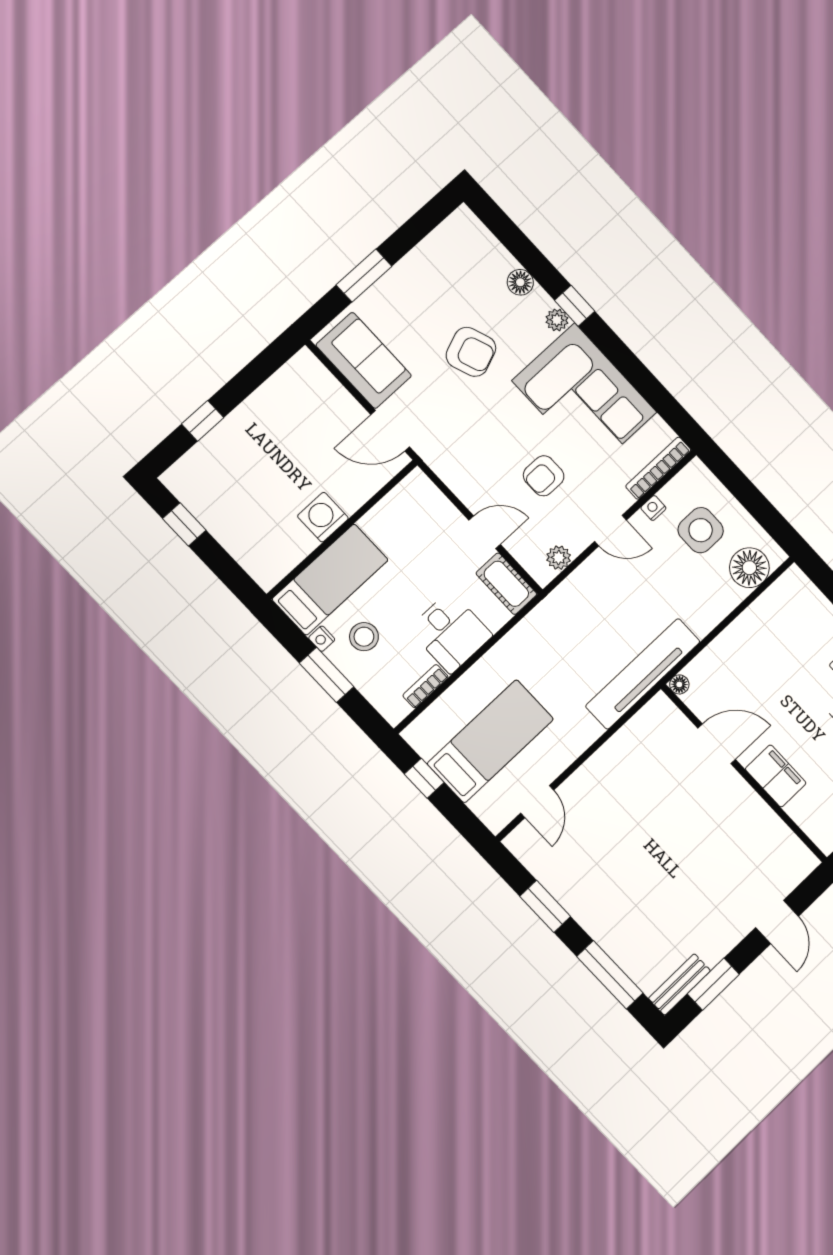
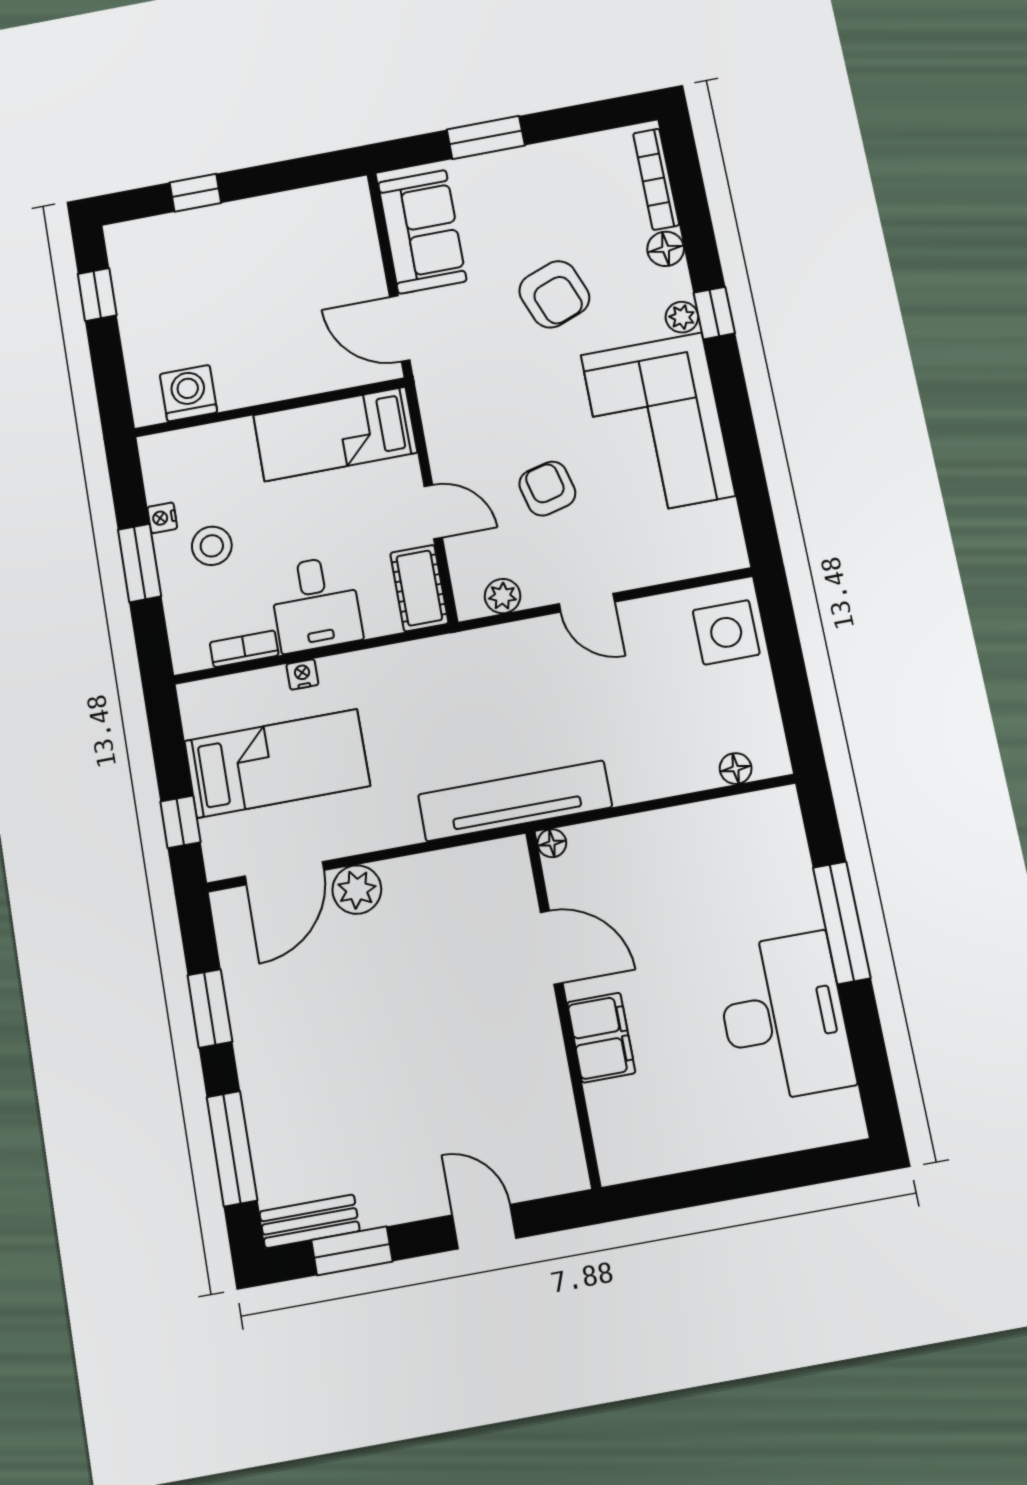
bookcase: (658, 468) -> (656, 179), moved, turned -90
armchair: (544, 476) -> (547, 489), turned 76
nightstand: (653, 508) -> (302, 674), moved
washing machine: (323, 517) -> (188, 393), moved
side table: (701, 530) -> (726, 632), moved
floor lamp: (749, 568) -> (736, 769), width x0.53, depth x0.53
bed: (330, 580) -> (335, 434), moved, turned 180
window: (424, 778) -> (180, 822), moved
plant: (585, 784) -> (357, 890), added
door: (537, 802) -> (284, 873), width x1.38
door: (777, 922) -> (484, 1227), swing flipped

